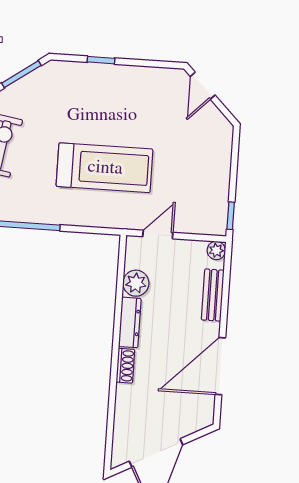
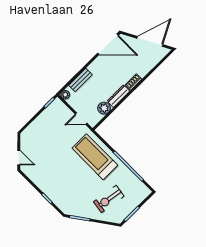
door: (203, 86) -> (19, 158), hinge flipped
treadmill: (105, 168) -> (95, 157), moved
door: (220, 366) -> (108, 44), moved

